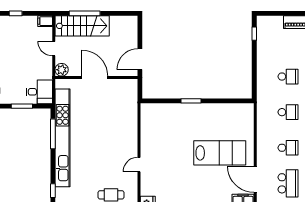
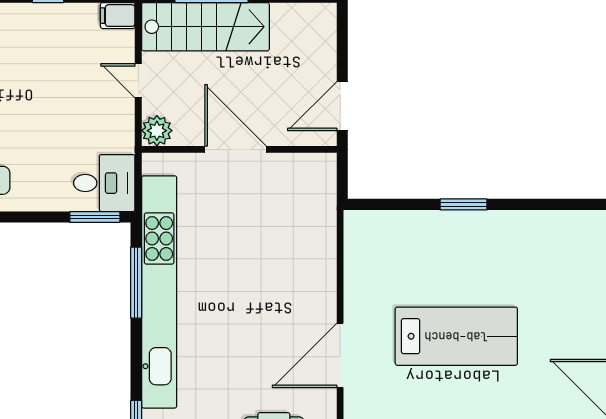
window: (22, 106) -> (95, 217), moved
lab bench: (220, 153) -> (456, 336), moved
door: (139, 165) -> (340, 355), width x1.88

